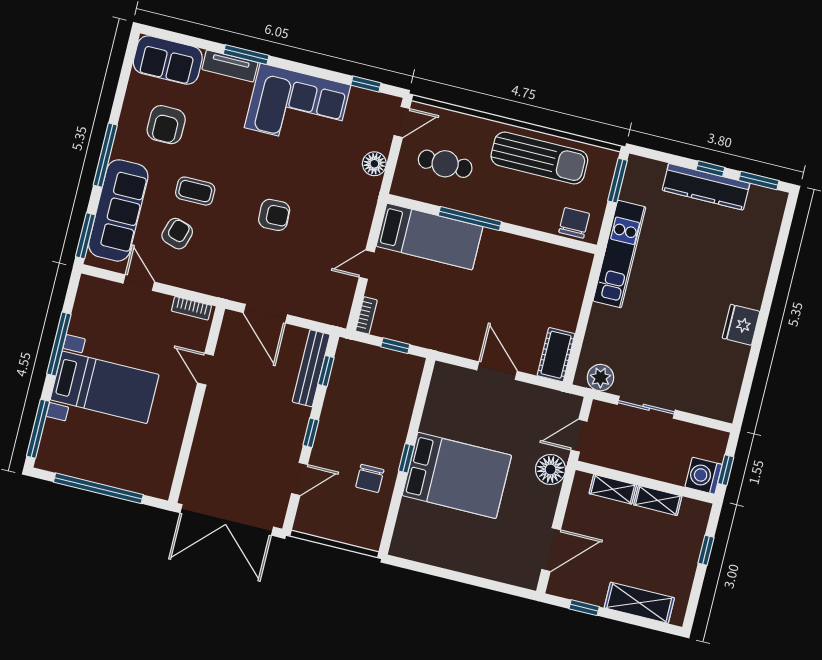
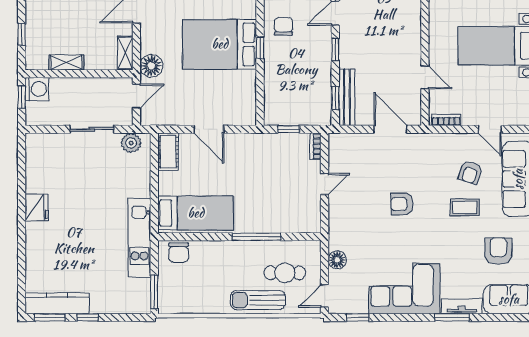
sun lounger: (539, 158) -> (258, 300), moved, width x0.73, depth x0.75
kitchen counter: (706, 187) -> (57, 303), moved
bed: (430, 236) -> (196, 213), moved, turned 180
shelving: (613, 489) -> (125, 53), moved, turned 90

